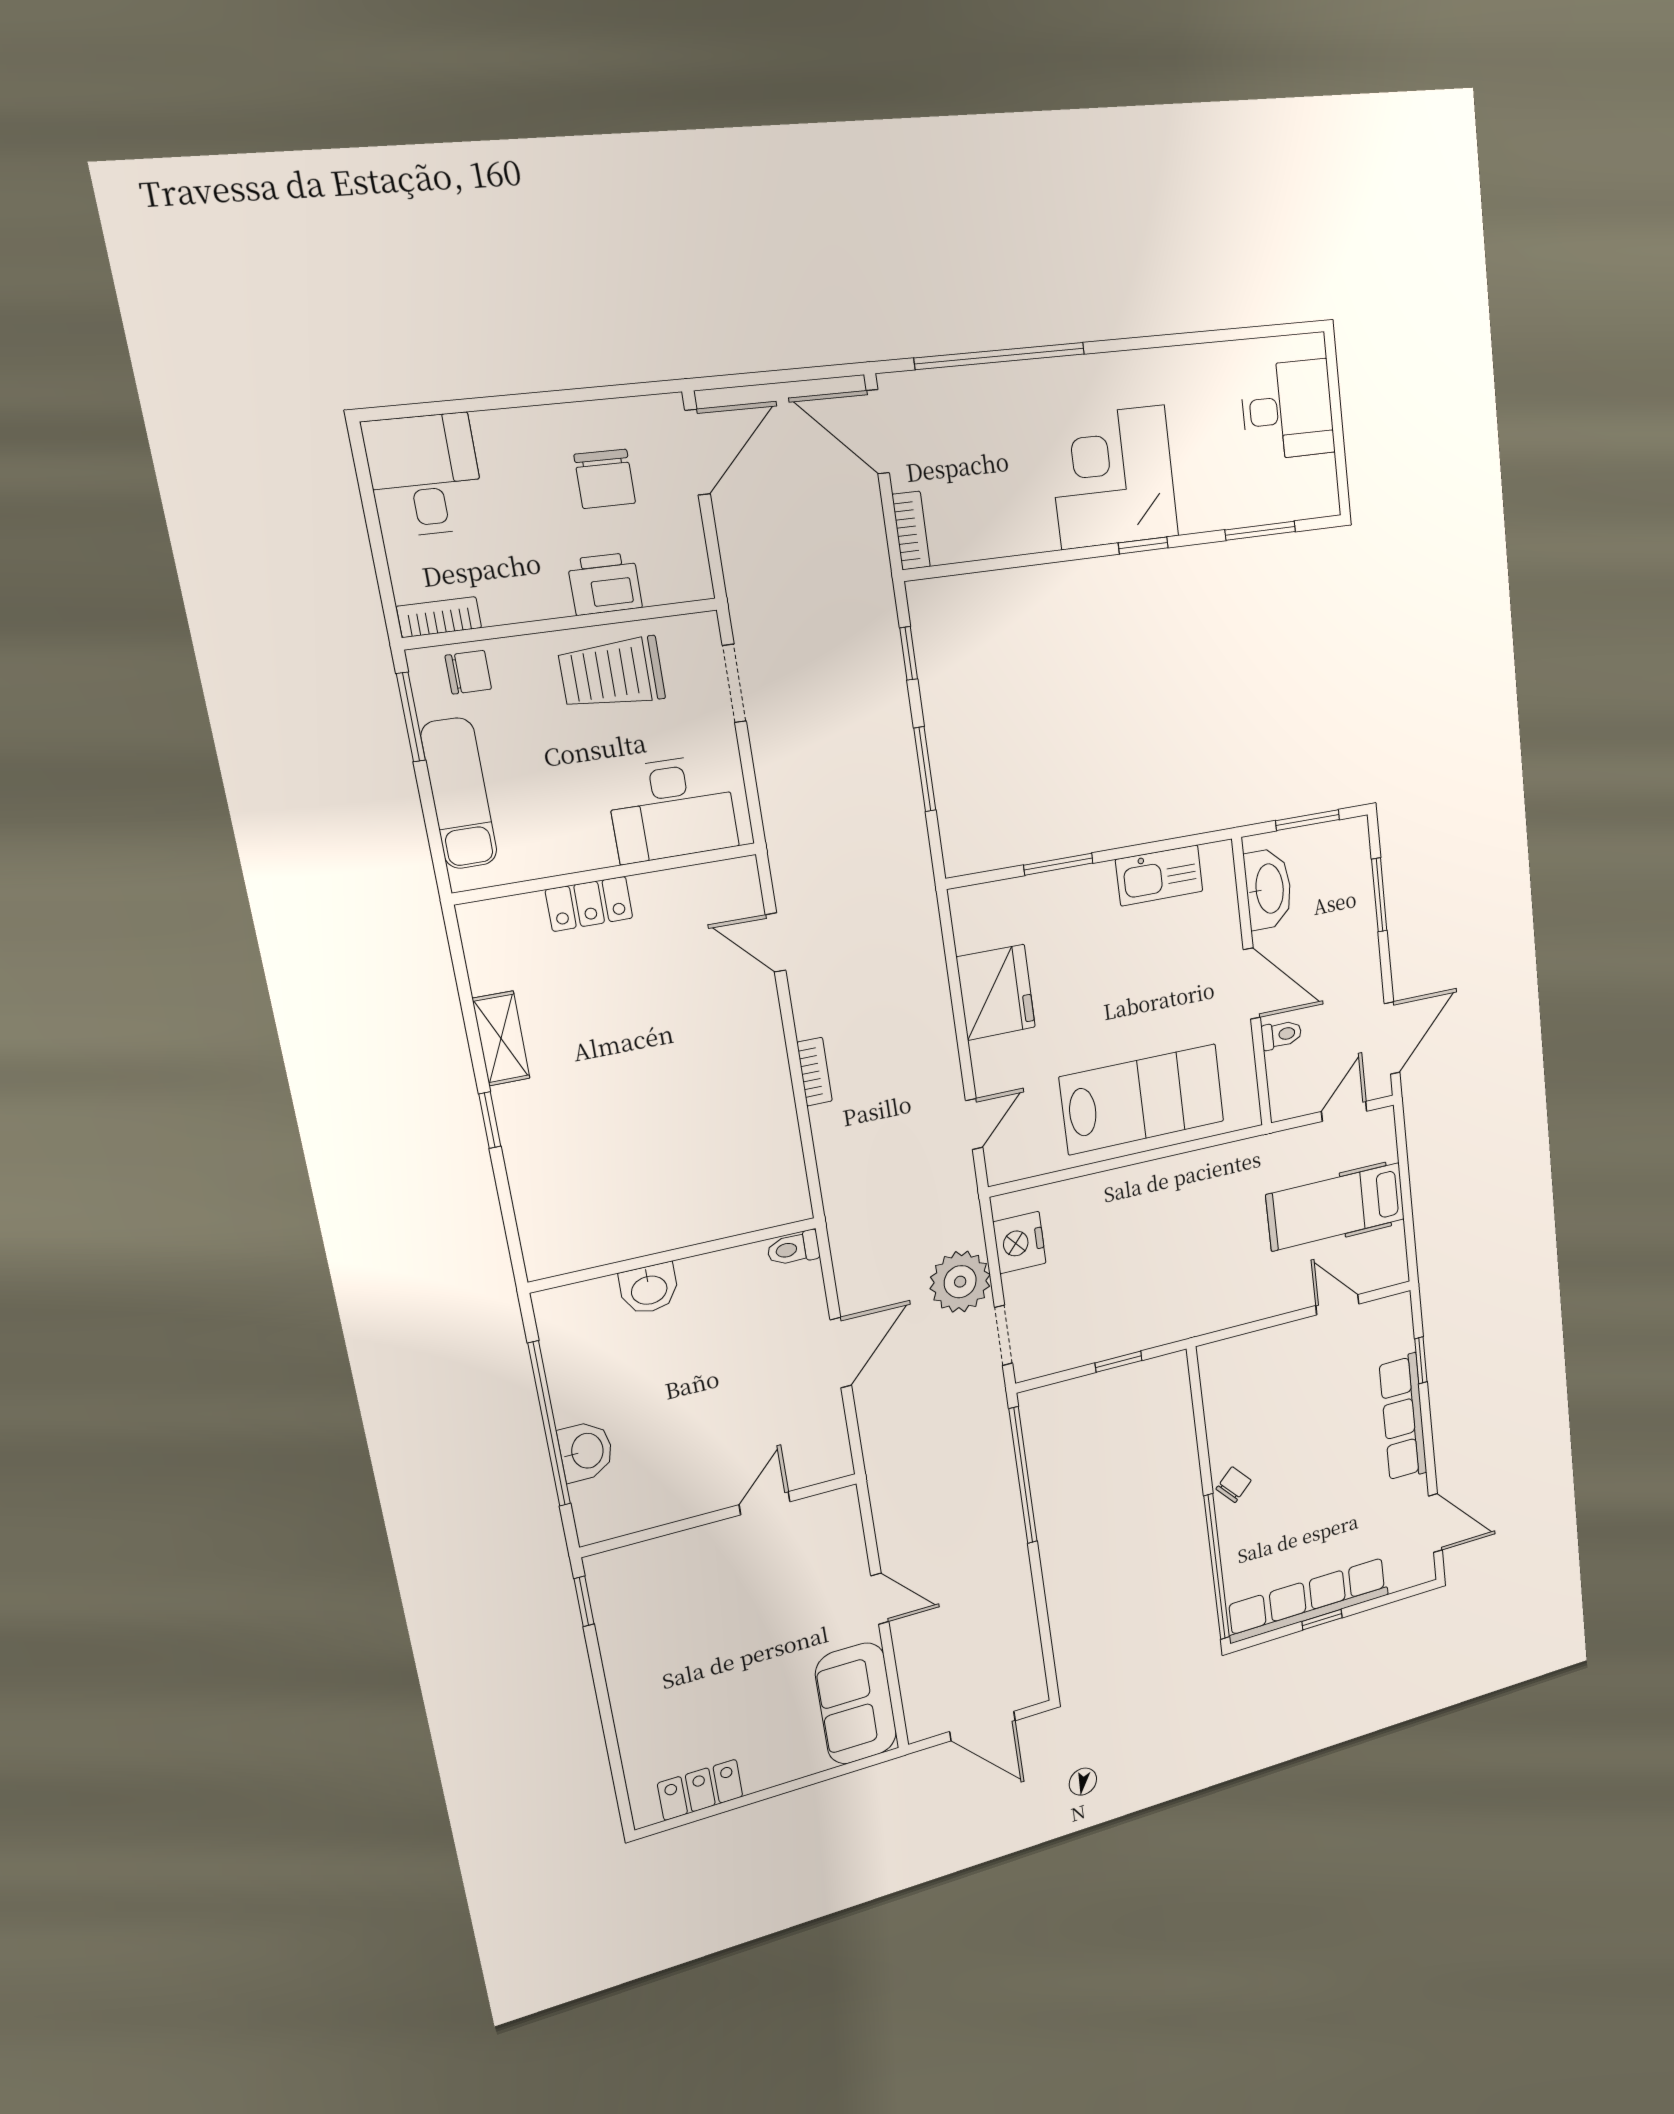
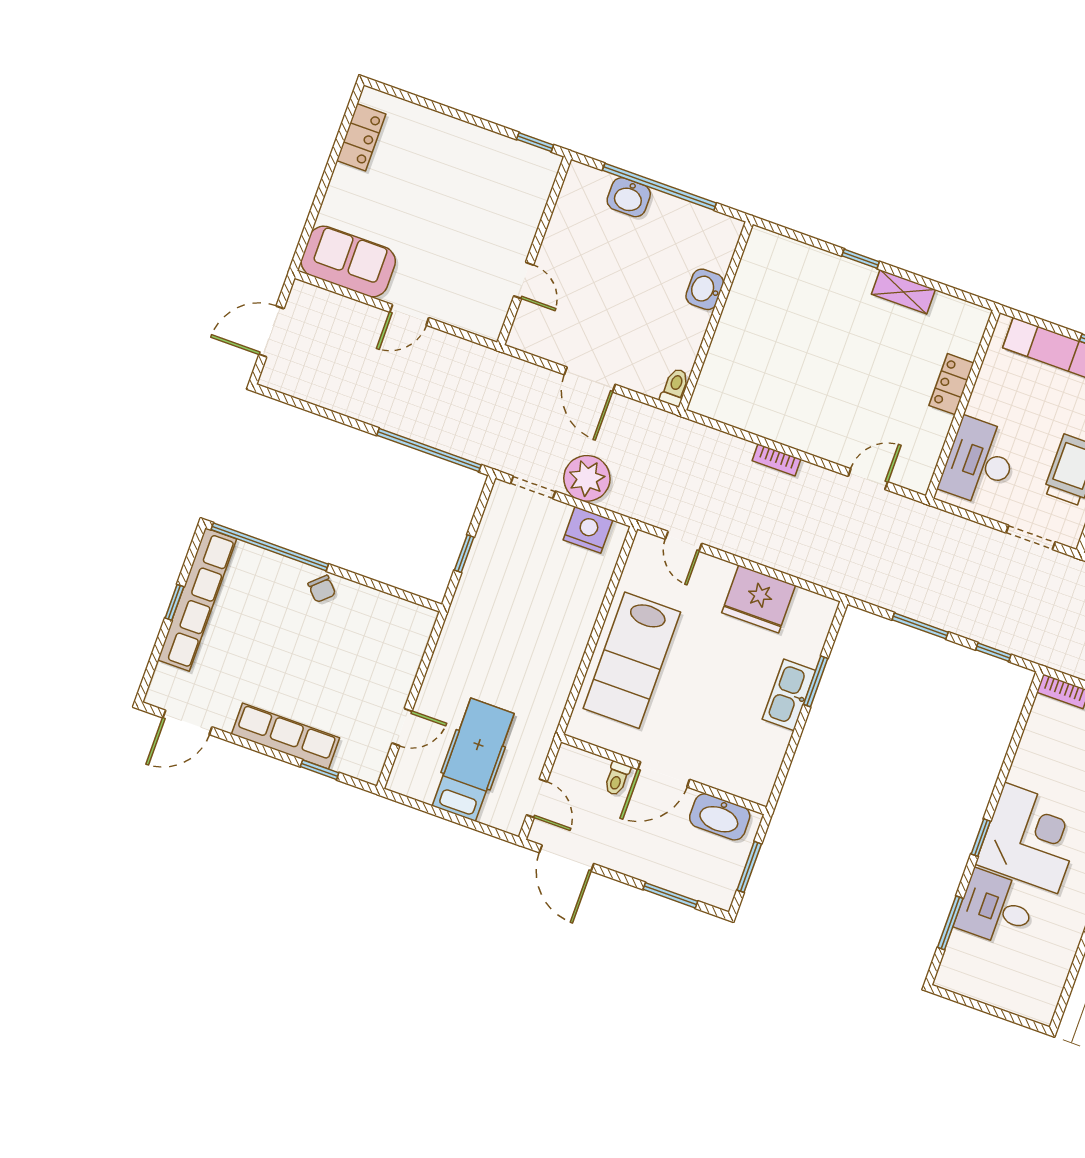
desk: (1288, 410) -> (996, 908), moved, turned 90
kitchen sink: (1159, 875) -> (789, 695), moved

